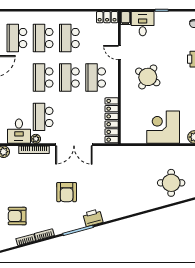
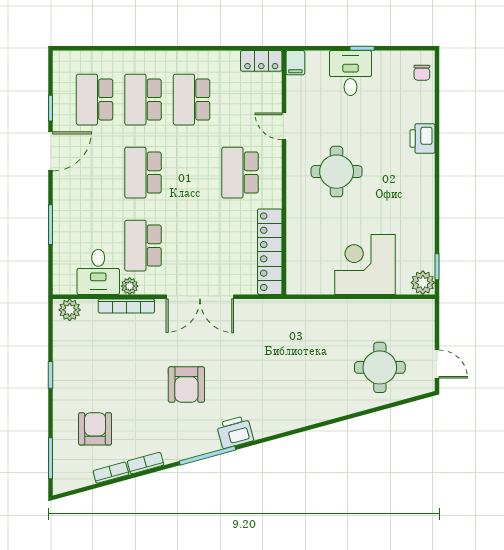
desk: (143, 24) -> (351, 73), moved
school desk: (69, 77) -> (192, 173), removed
round table: (148, 77) -> (337, 172), turned -33
armchair: (17, 216) -> (95, 429), turned 90

